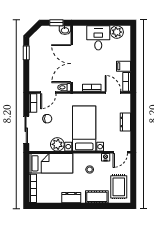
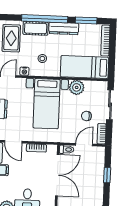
window: (26, 53) -> (107, 175), moved
dresser: (71, 198) -> (64, 28), width x1.44
window: (51, 206) -> (86, 20), added
window: (89, 206) -> (45, 19), added

